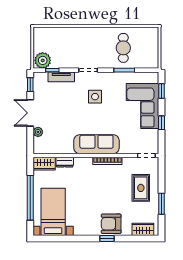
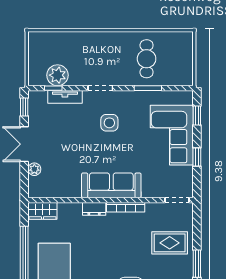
plant: (43, 60) -> (57, 75), moved
dresser: (65, 162) -> (94, 209), moved
rug: (141, 188) -> (170, 243), turned 90

